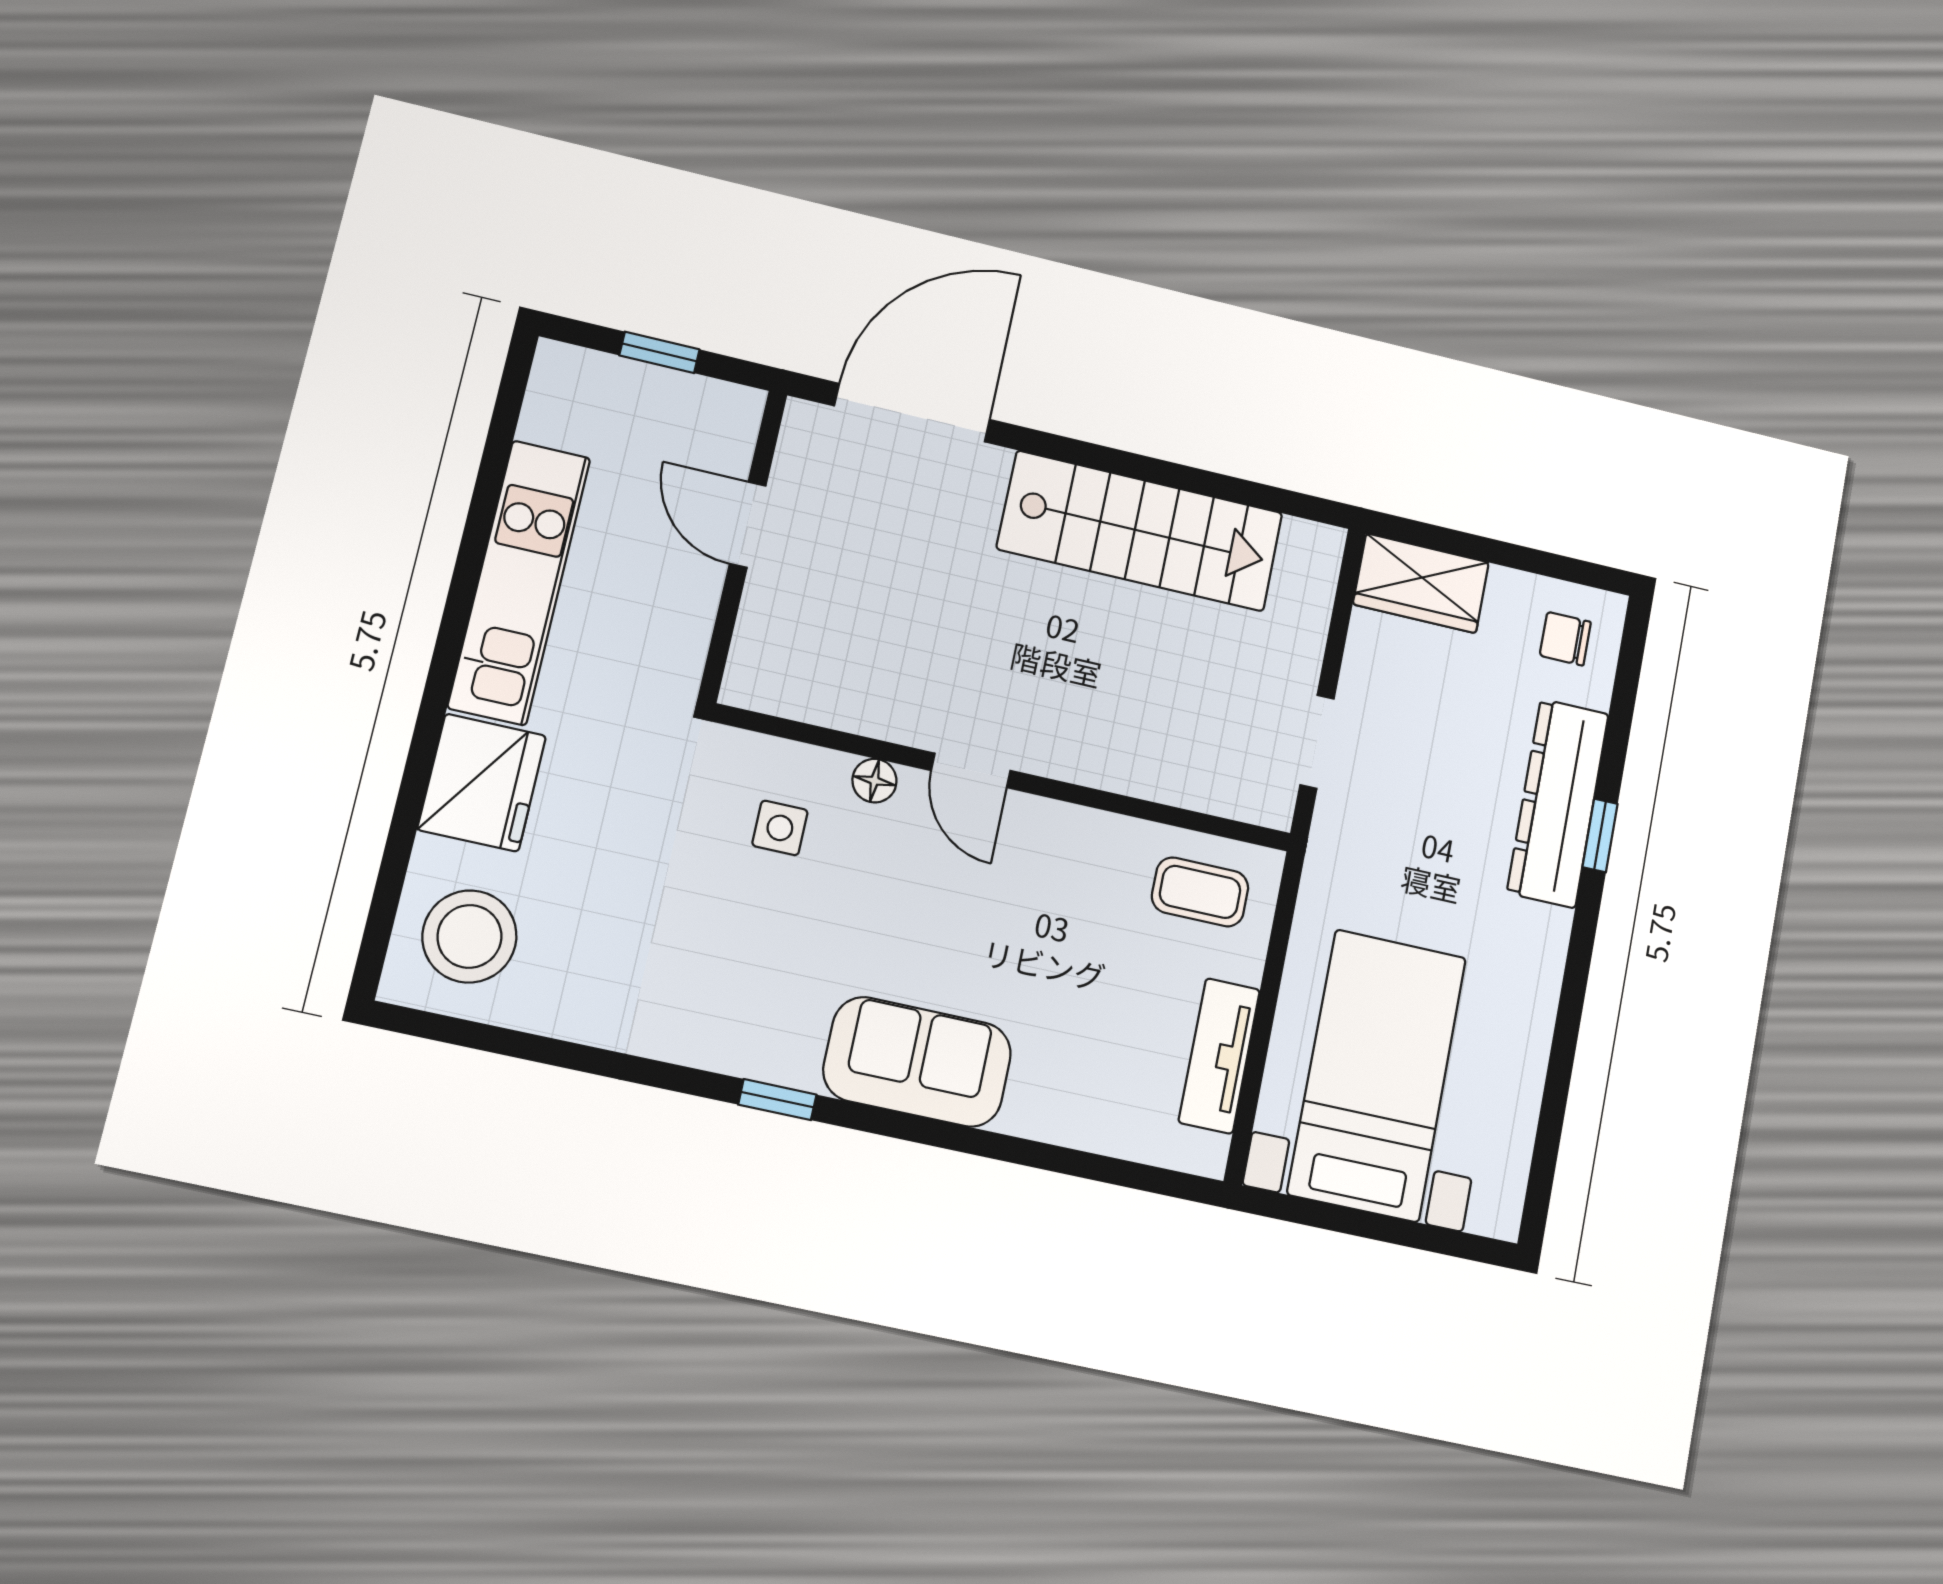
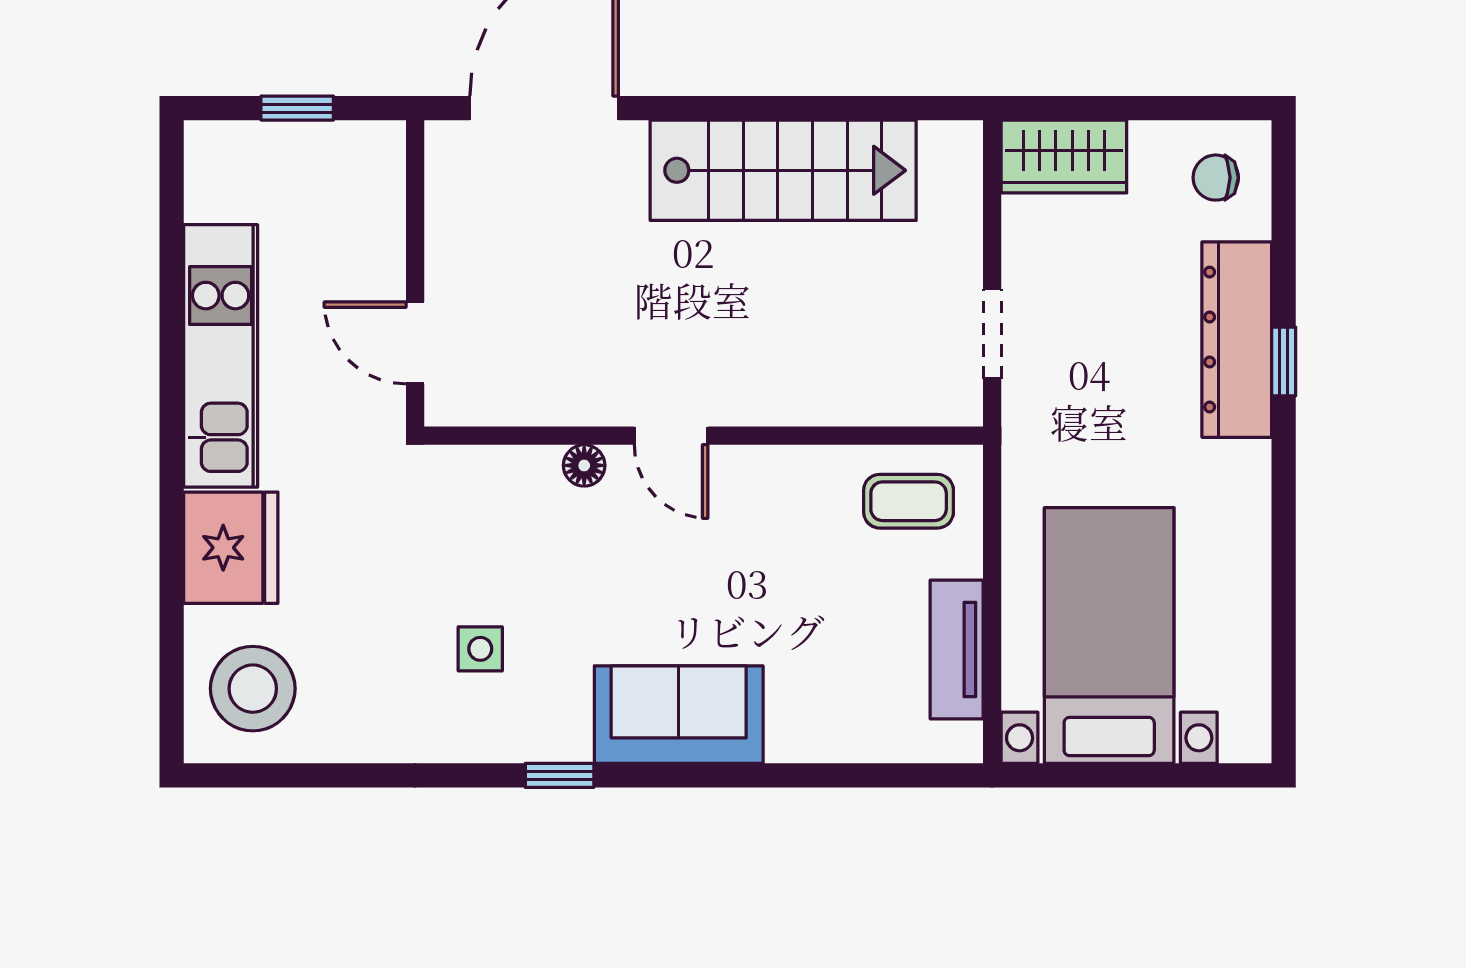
door: (748, 525) -> (415, 343), moved
side table: (780, 828) -> (480, 649), moved

